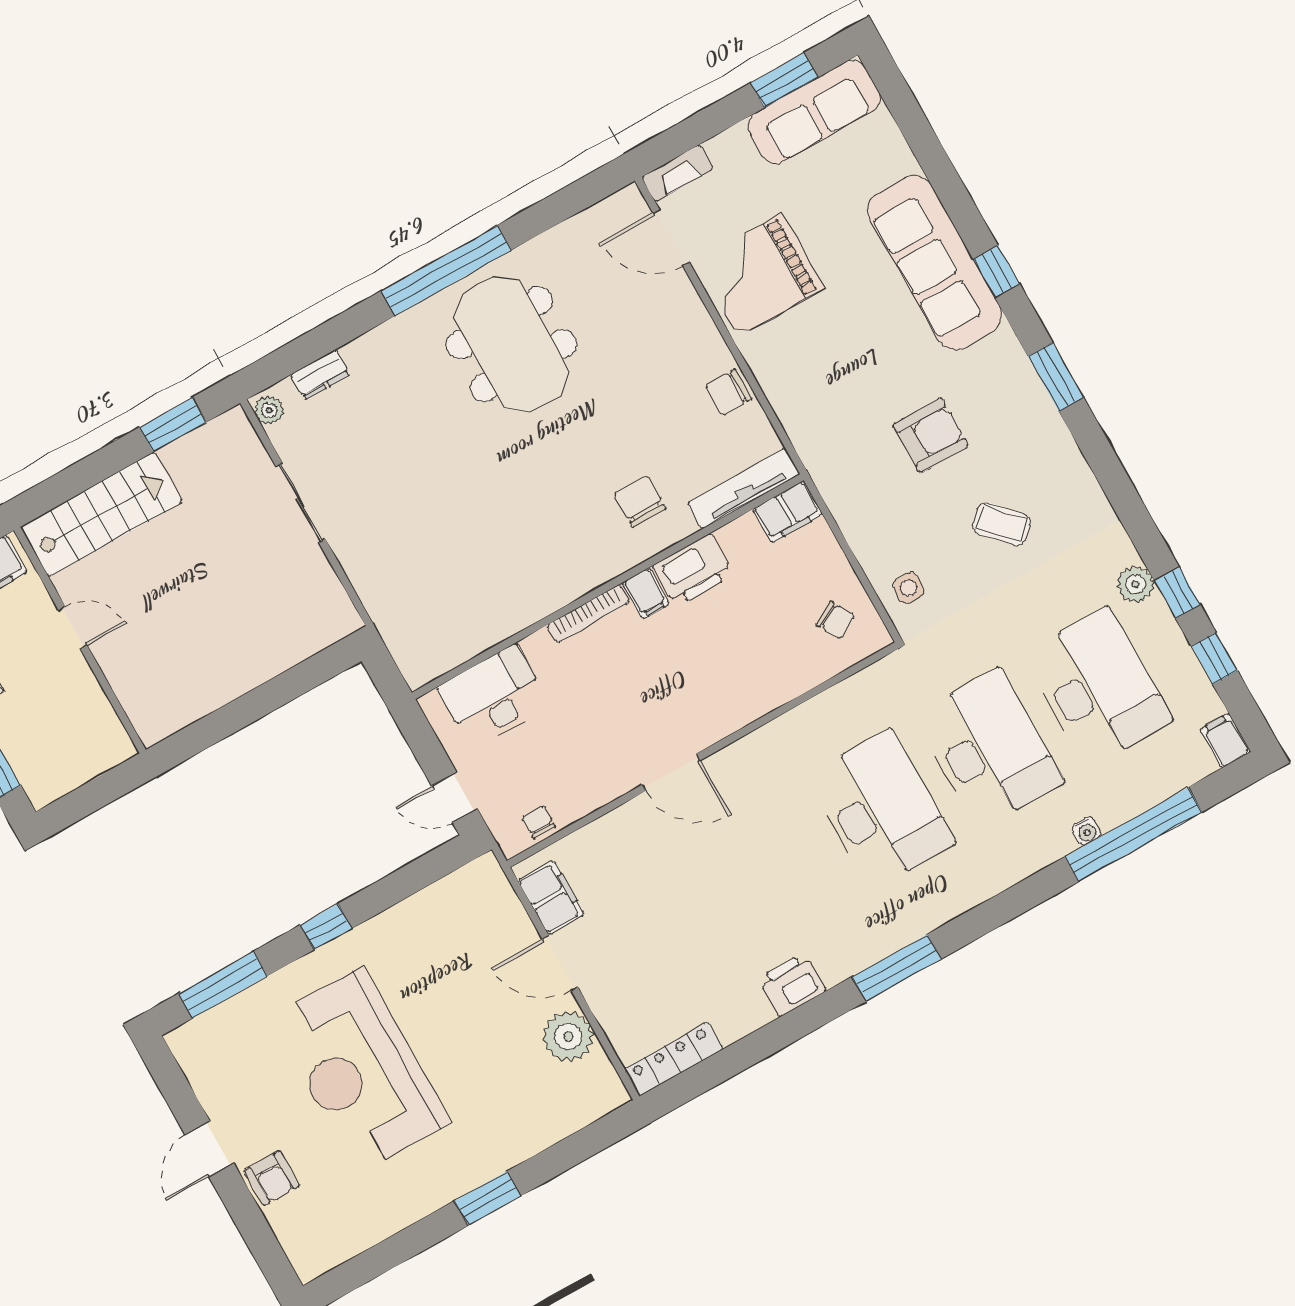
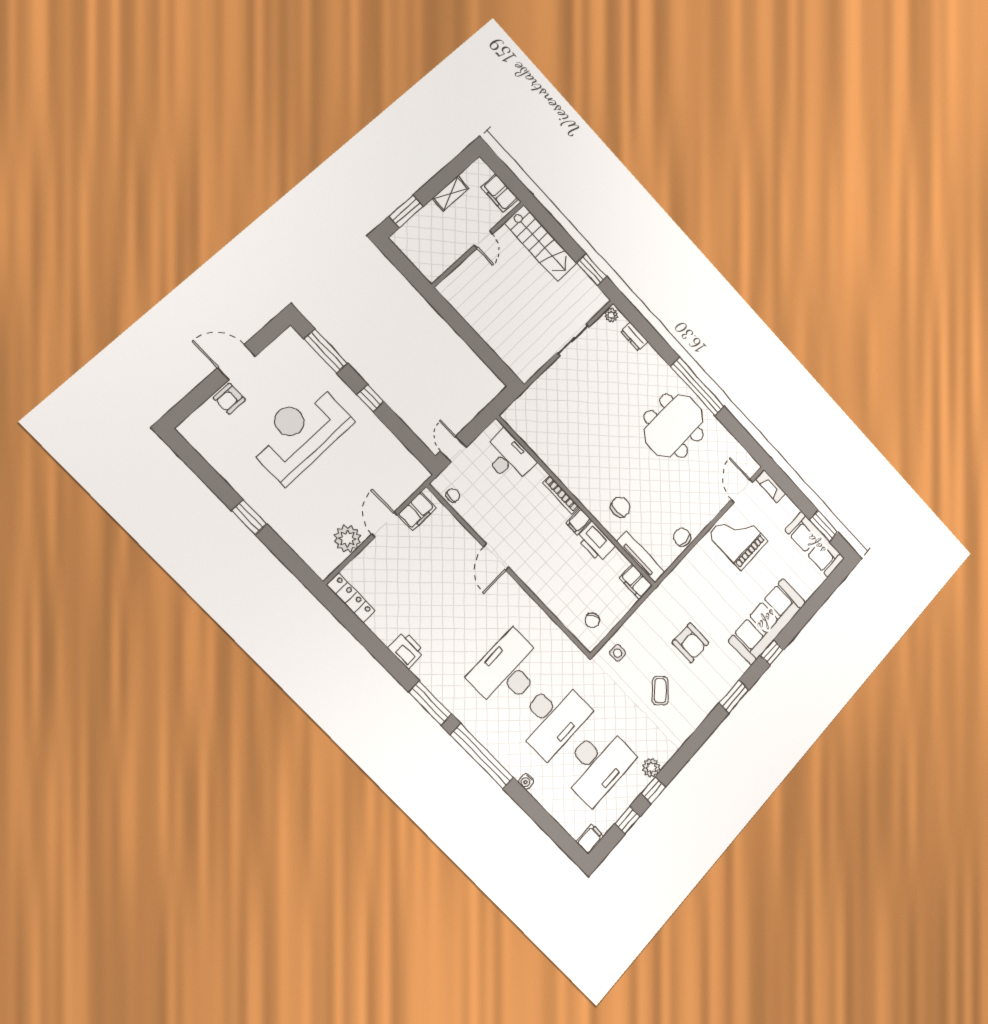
desk: (881, 810) -> (507, 671), turned 180
window: (1133, 834) -> (482, 756), moved
door: (209, 1149) -> (237, 362), width x1.38

